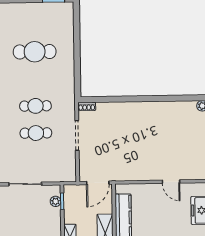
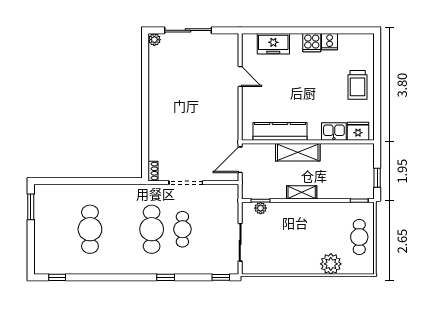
cafe table: (35, 106) -> (152, 229), width x1.37, depth x1.35
door: (171, 182) -> (240, 76), hinge flipped
door: (98, 183) -> (240, 160), swing flipped

